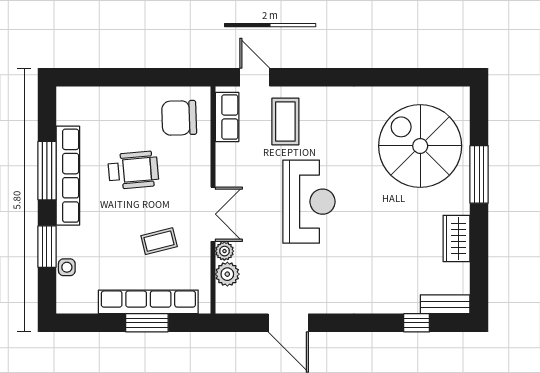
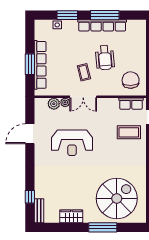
reception desk: (309, 202) -> (72, 143), moved
coffee table: (159, 241) -> (84, 72), moved

